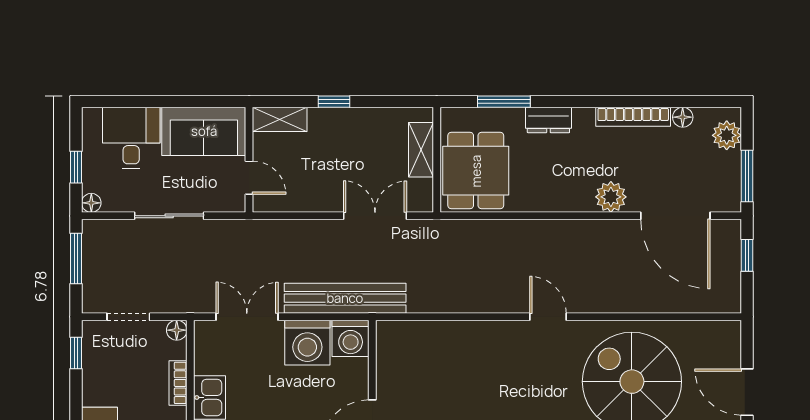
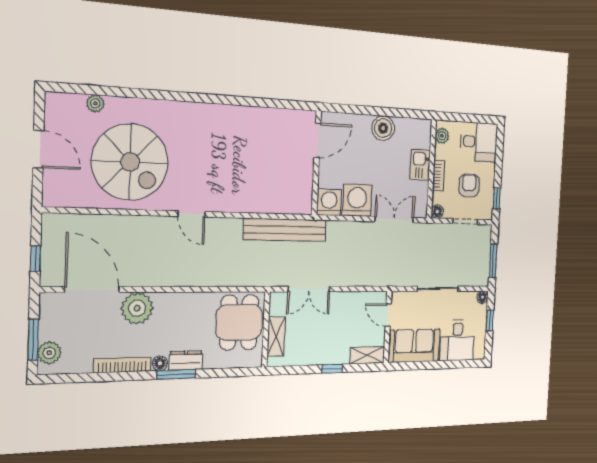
window: (504, 102) -> (176, 374), moved
floor lamp: (683, 117) -> (160, 363), moved
window: (747, 176) -> (33, 340), moved
plant: (611, 197) -> (137, 308), width x1.36, depth x1.36
bench: (345, 298) -> (285, 230), moved
double door: (247, 317) -> (394, 220), swing flipped
armchair: (125, 371) -> (469, 185), added

